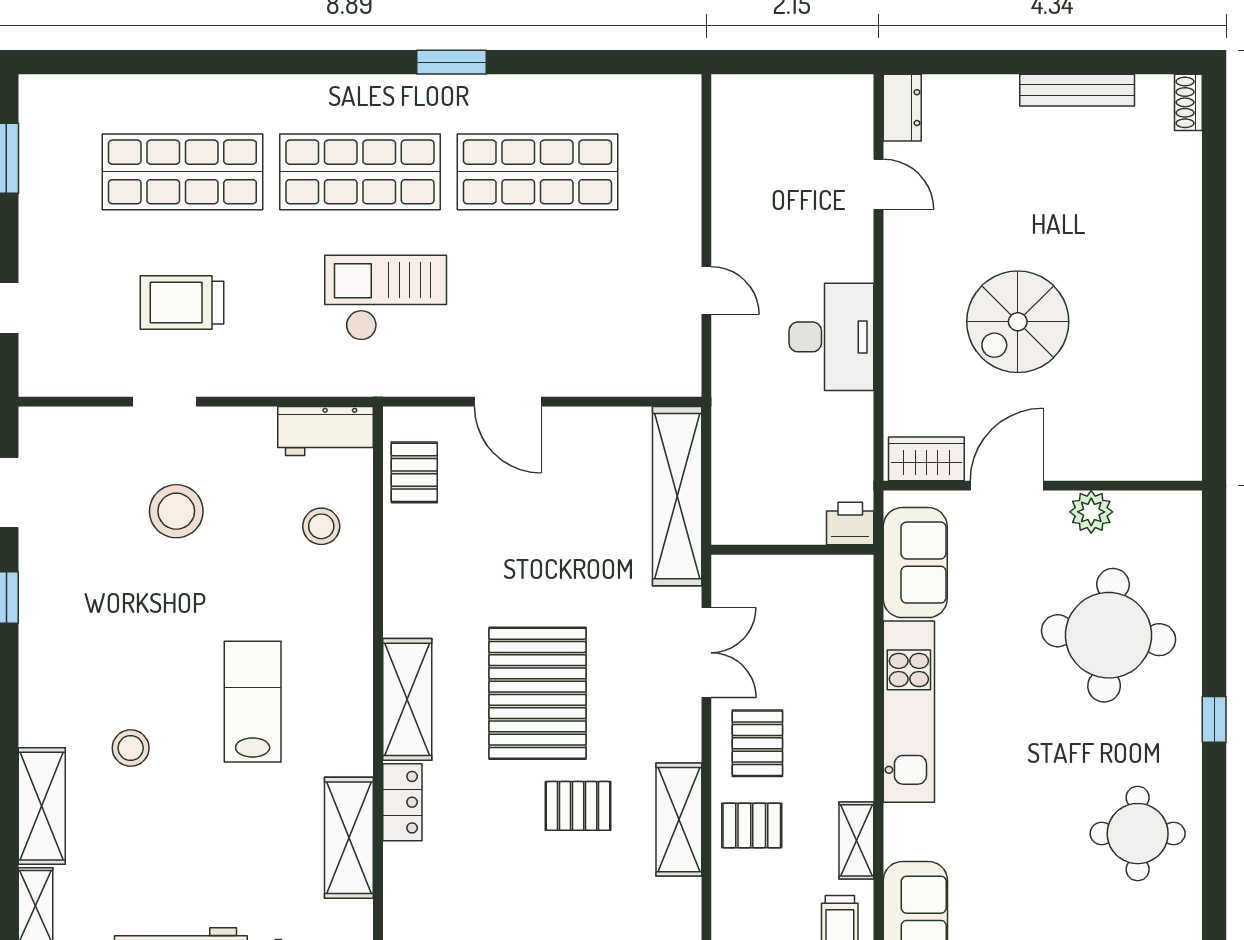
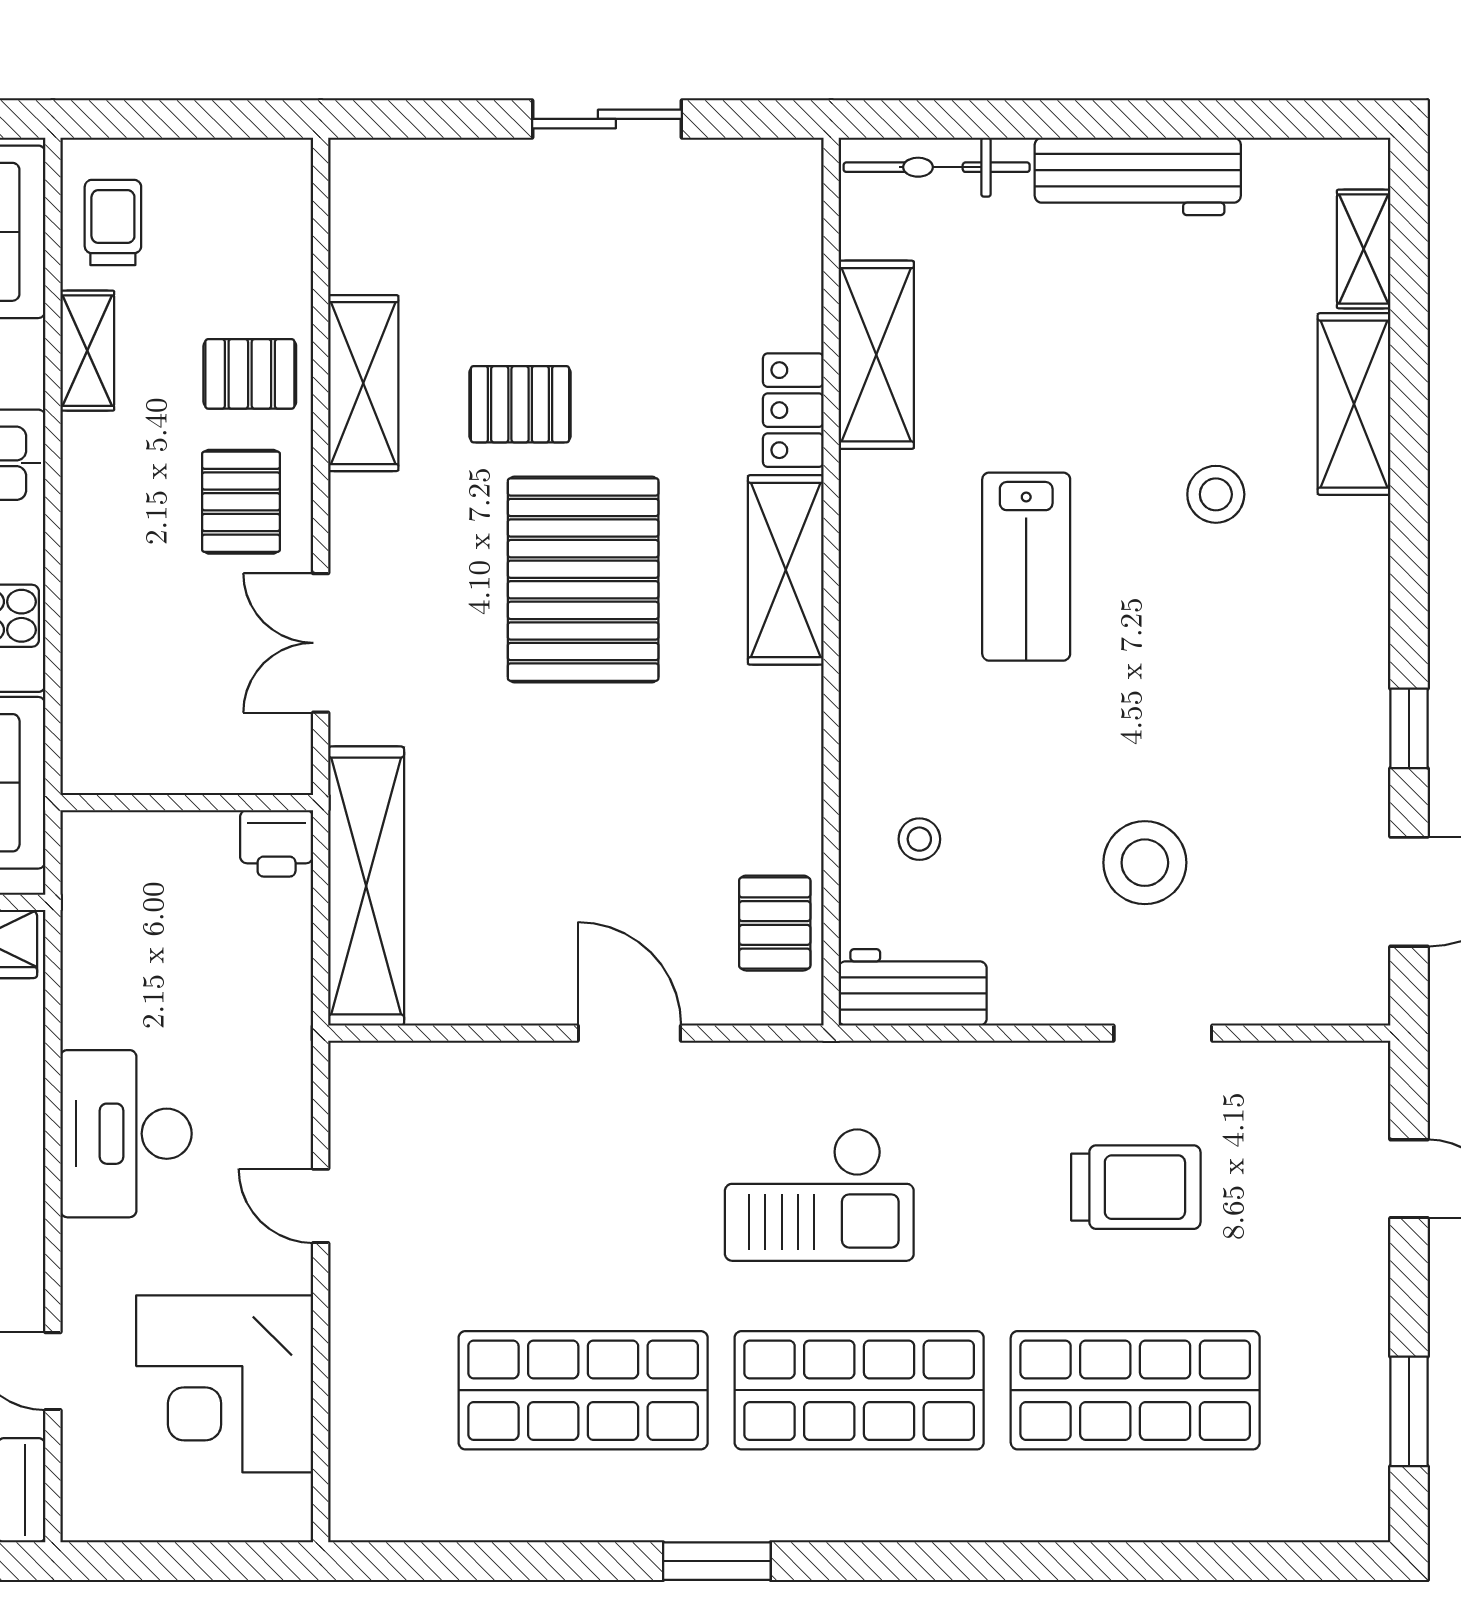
corner desk: (768, 176) -> (225, 1384), added
printer: (850, 524) -> (277, 843), moved
stool: (321, 526) -> (919, 839), width x0.73, depth x0.73

